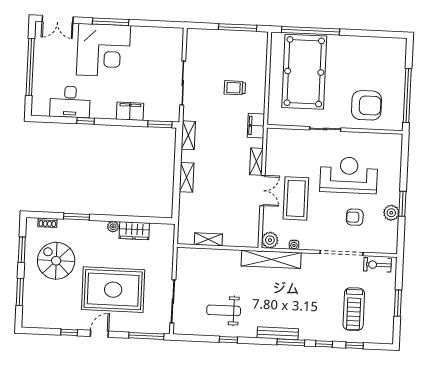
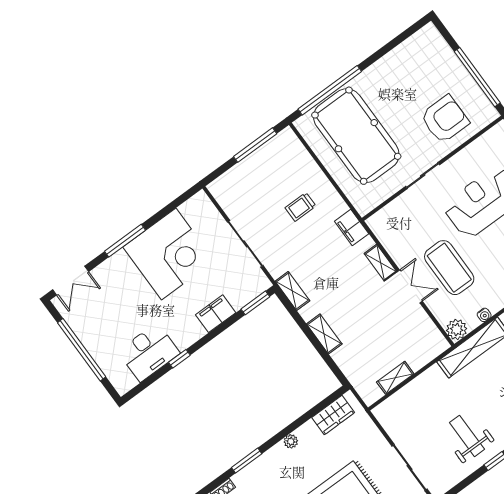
corner desk: (104, 50) -> (169, 254), moved
wardrobe: (134, 231) -> (333, 415), moved
weight bench: (224, 310) -> (467, 436), turned 90

